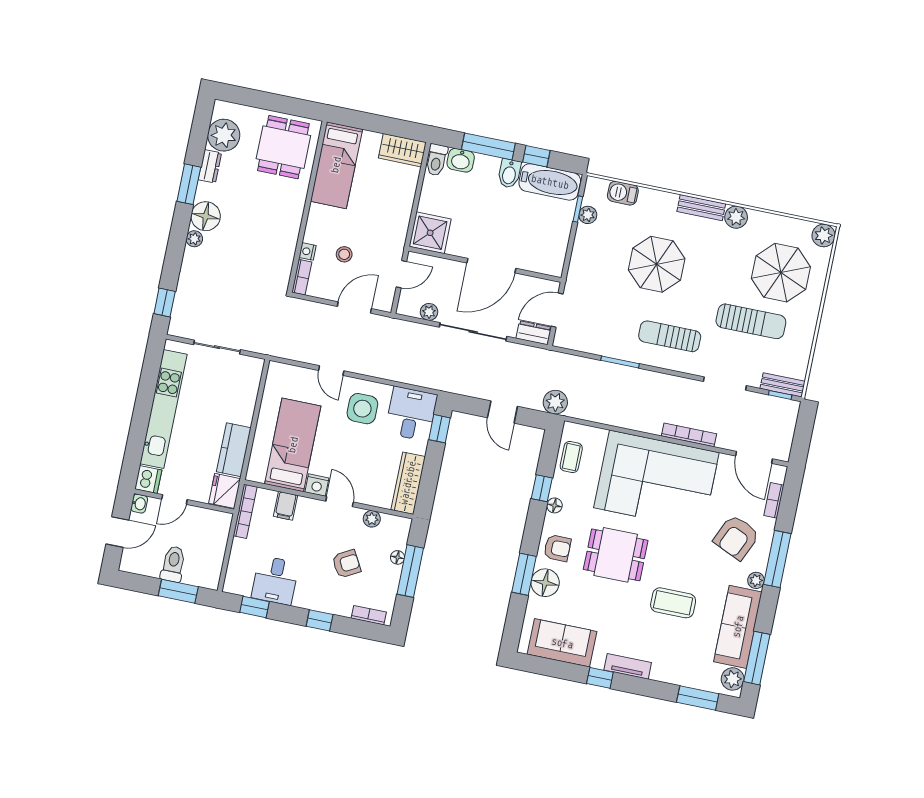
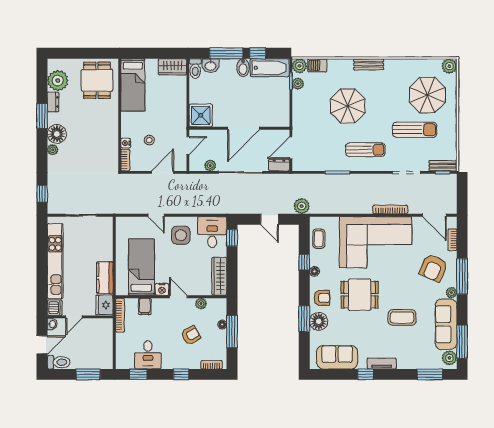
plant: (736, 217) -> (299, 66), moved
sun lounger: (670, 336) -> (365, 150), turned 180
toilet: (173, 564) -> (59, 362), moved, turned 90

